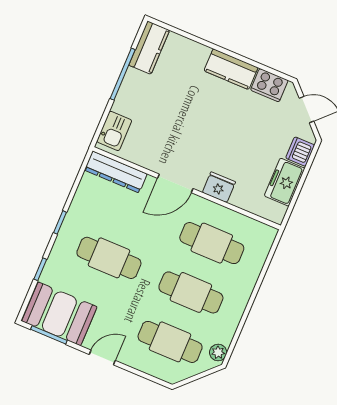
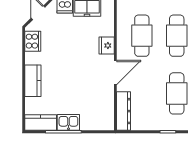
kitchen counter: (231, 69) -> (33, 81), moved
kitchen sink: (114, 131) -> (68, 122), moved
door: (175, 183) -> (115, 73), hinge flipped

